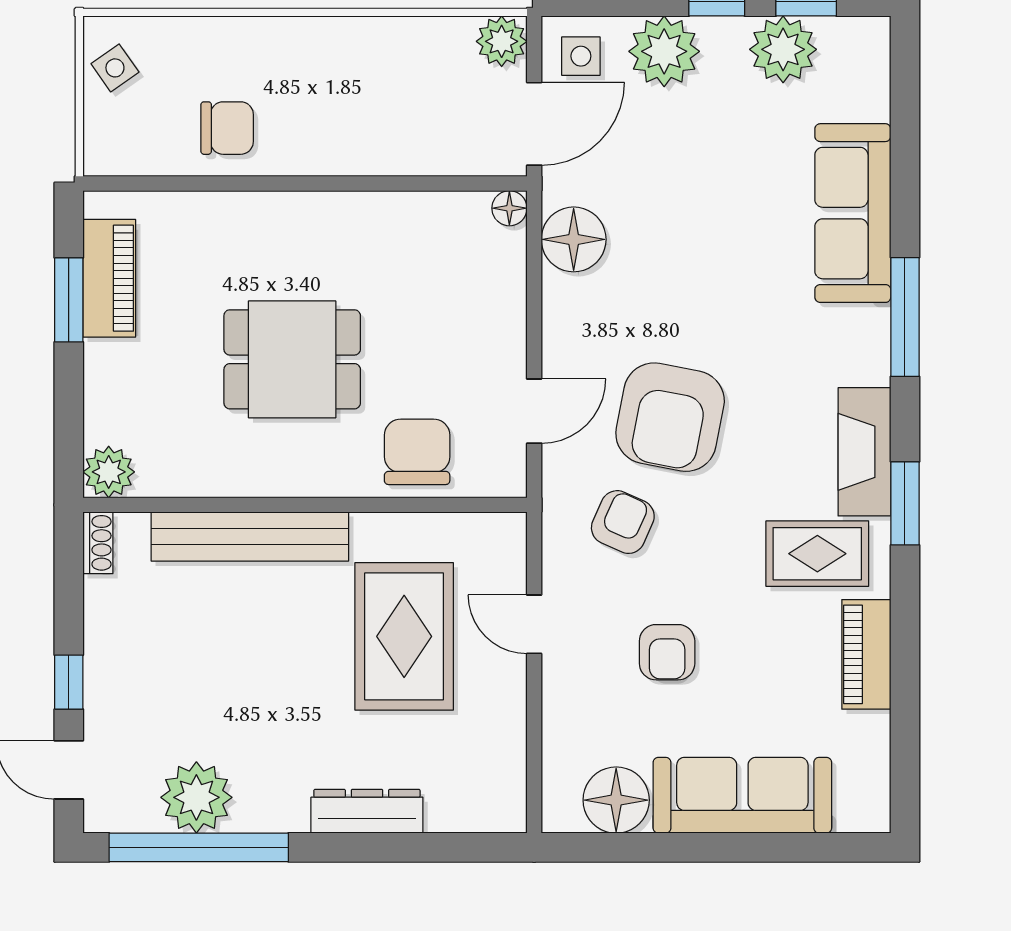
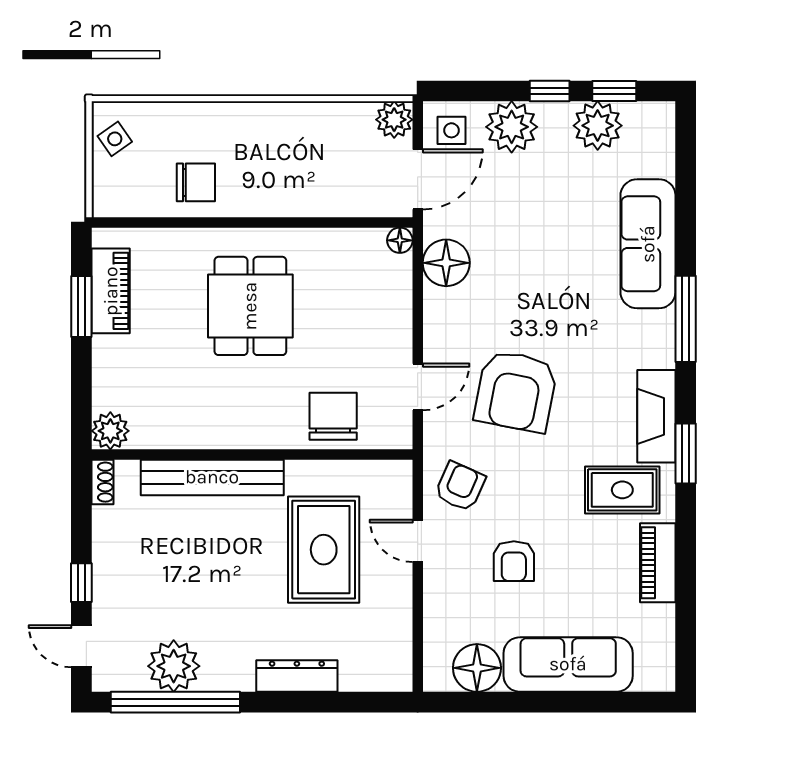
dining table: (292, 359) -> (250, 306), moved, turned 90
armchair: (623, 522) -> (460, 487), moved

